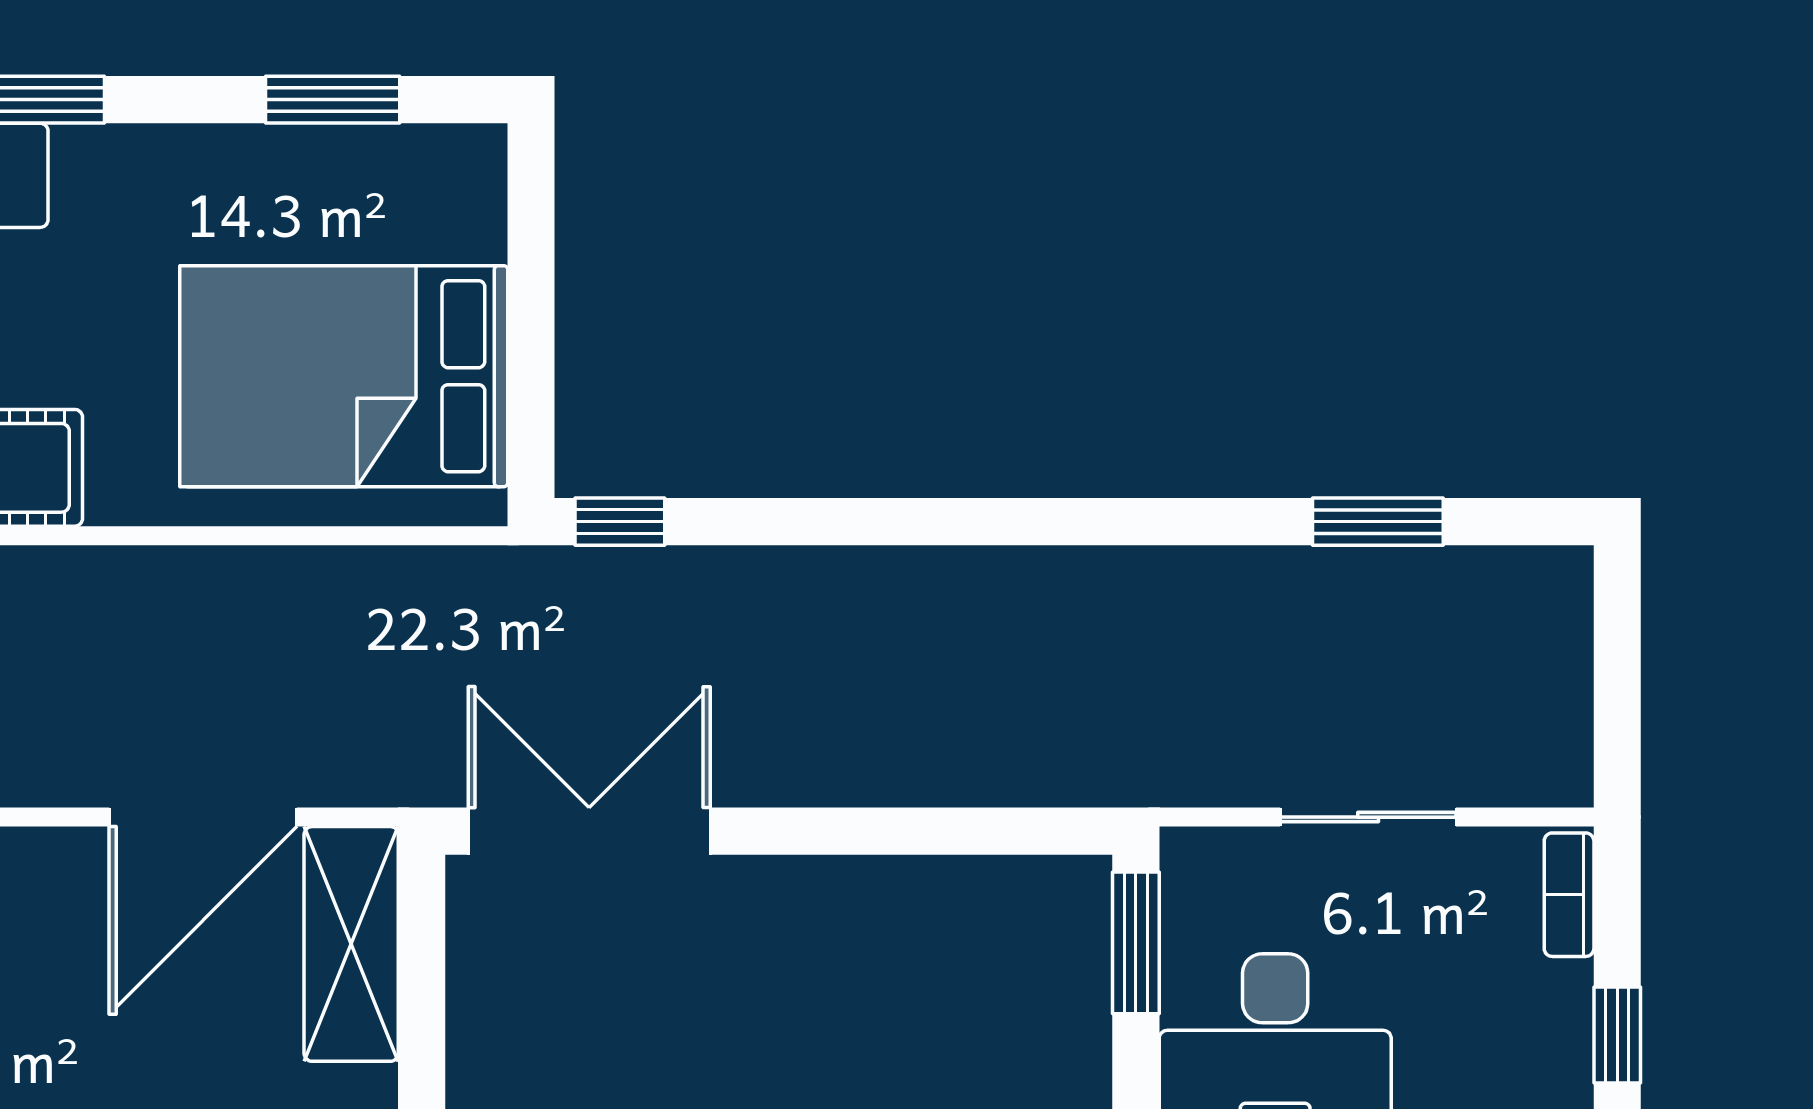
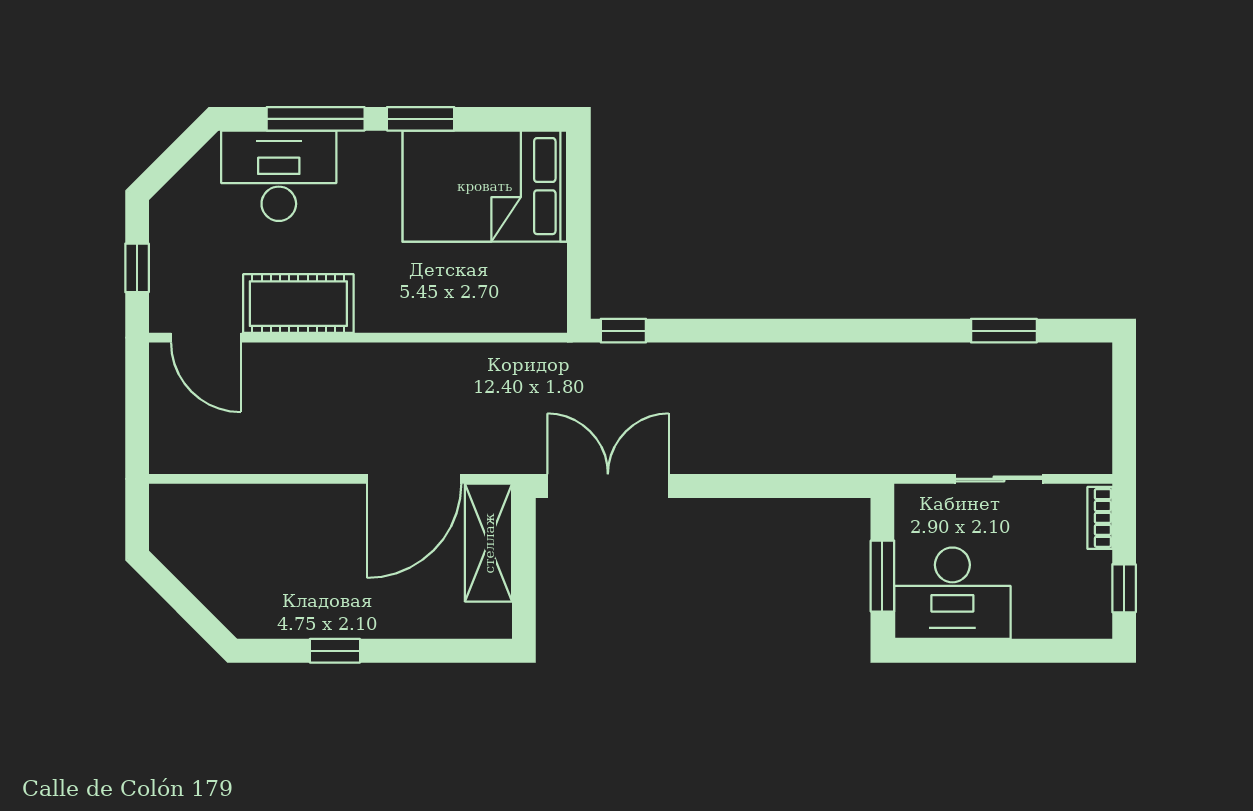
window: (333, 100) -> (421, 119), moved
bed: (344, 376) -> (485, 186), moved
window: (1136, 943) -> (882, 576), moved

